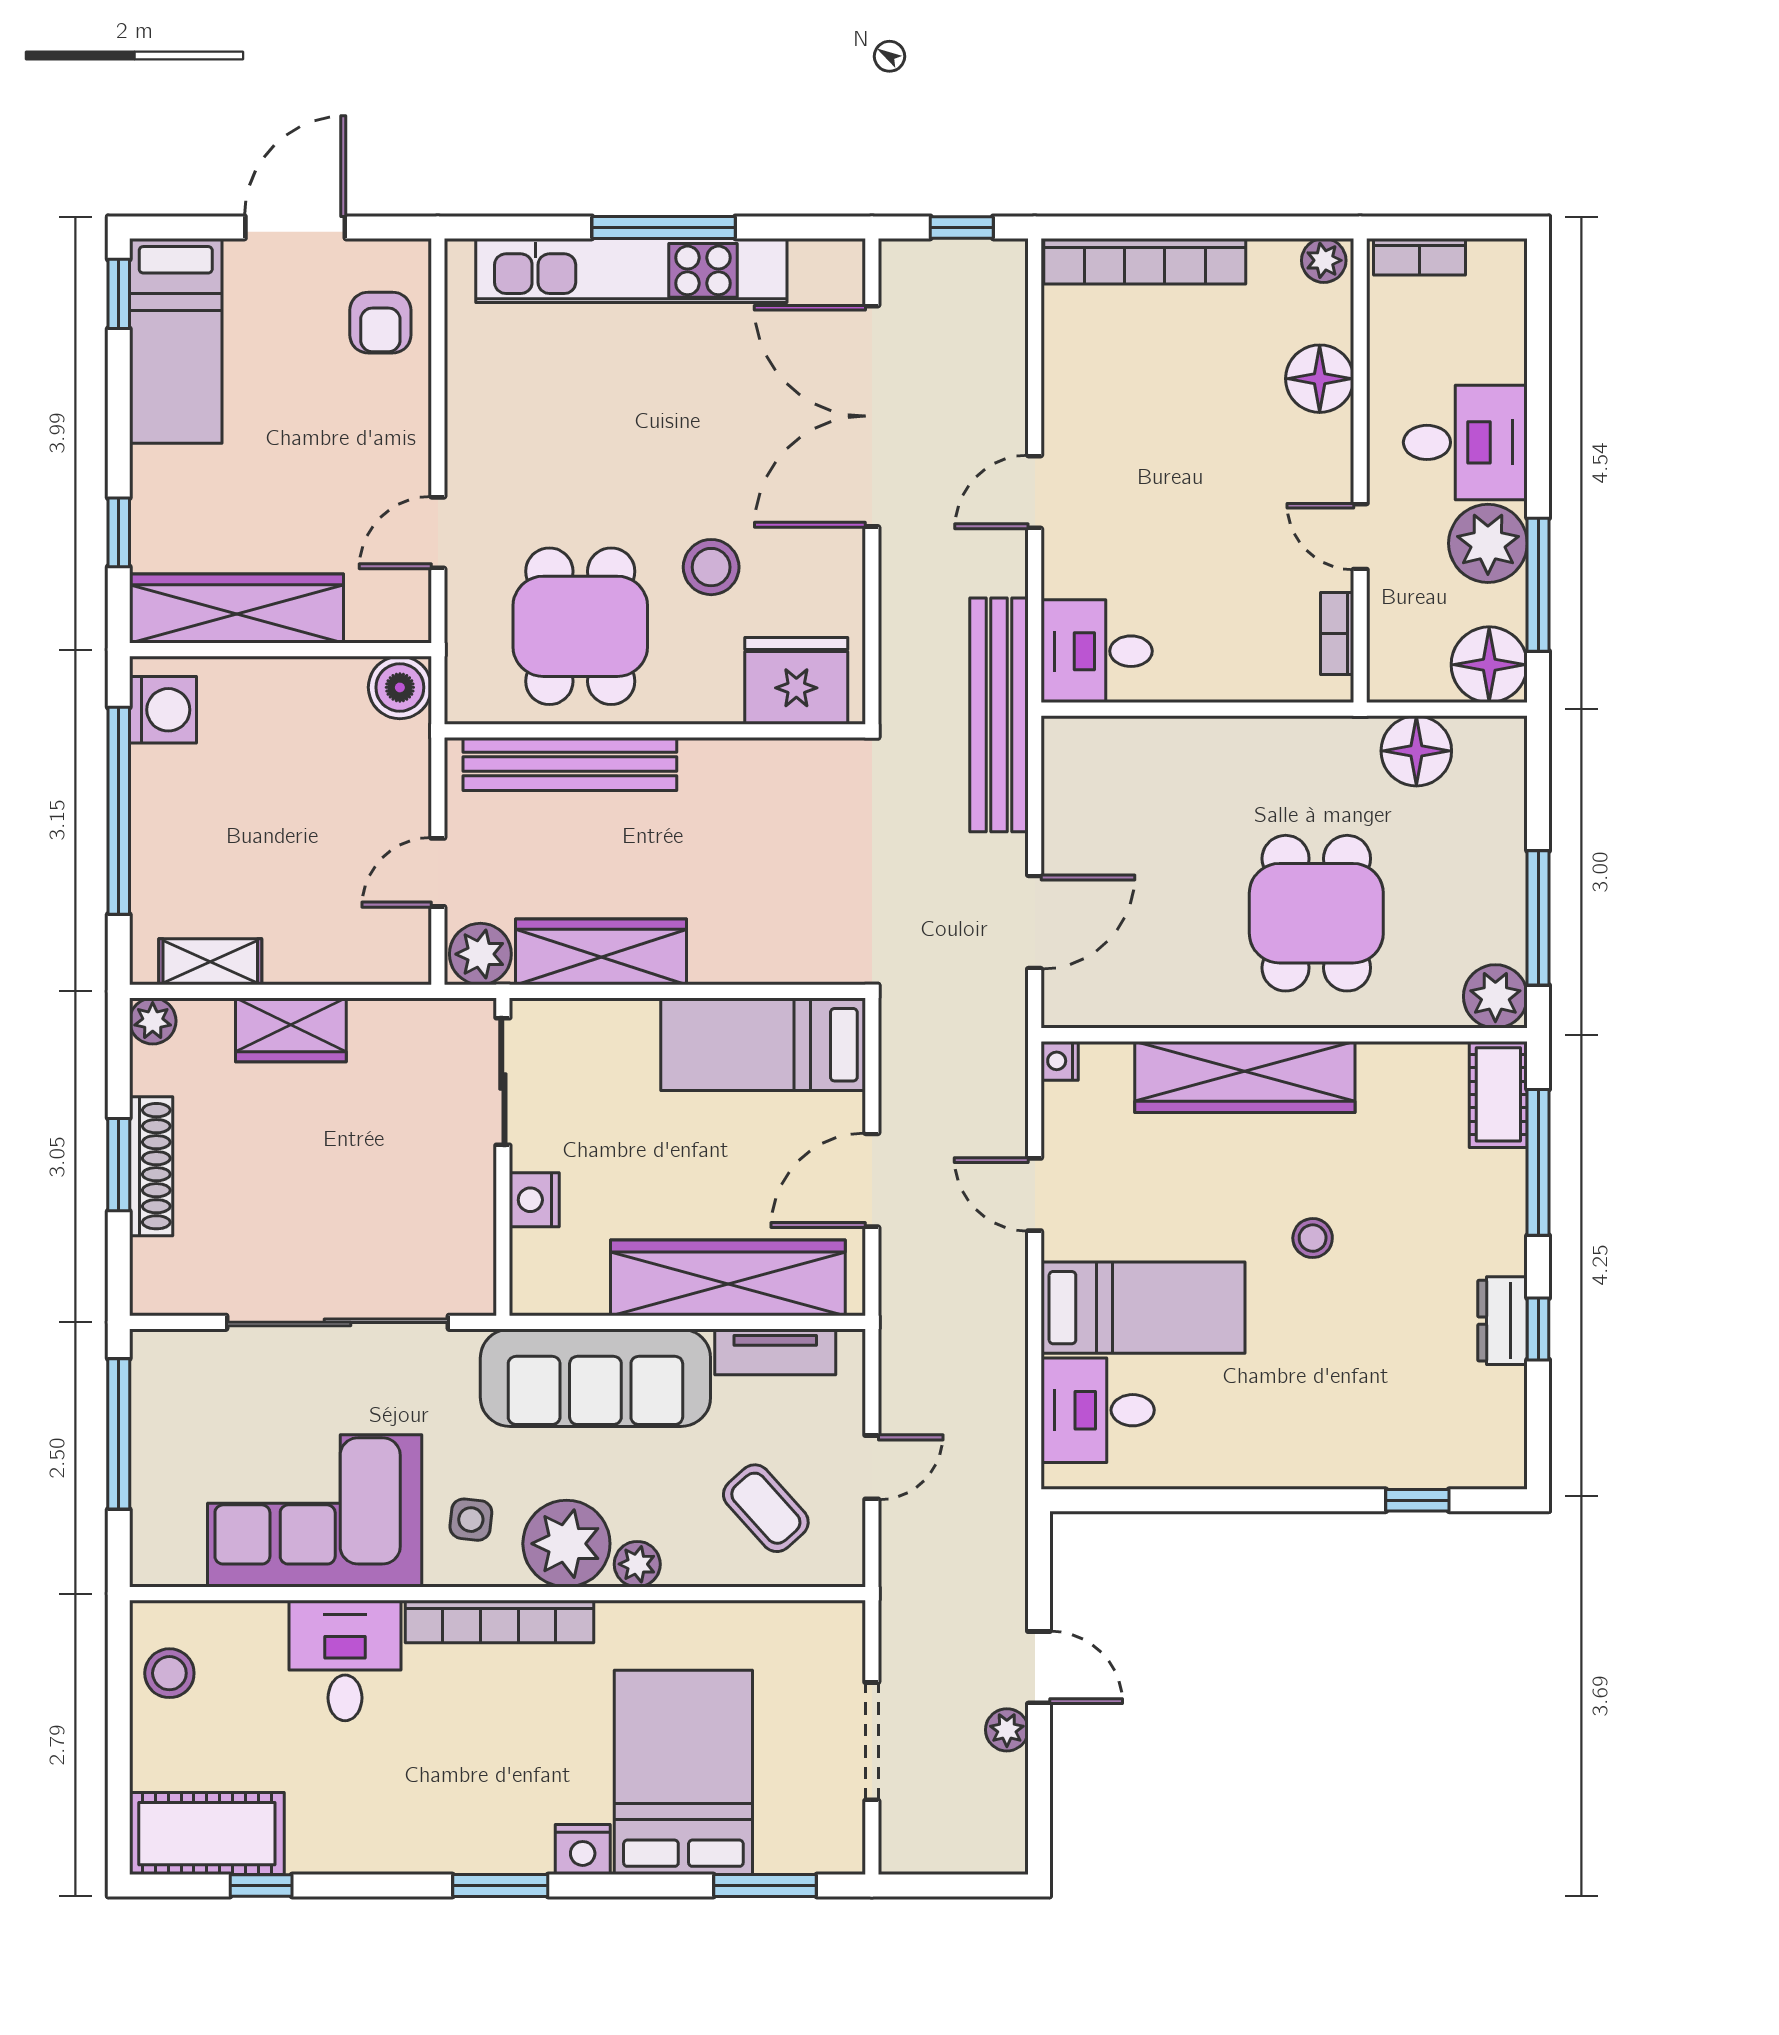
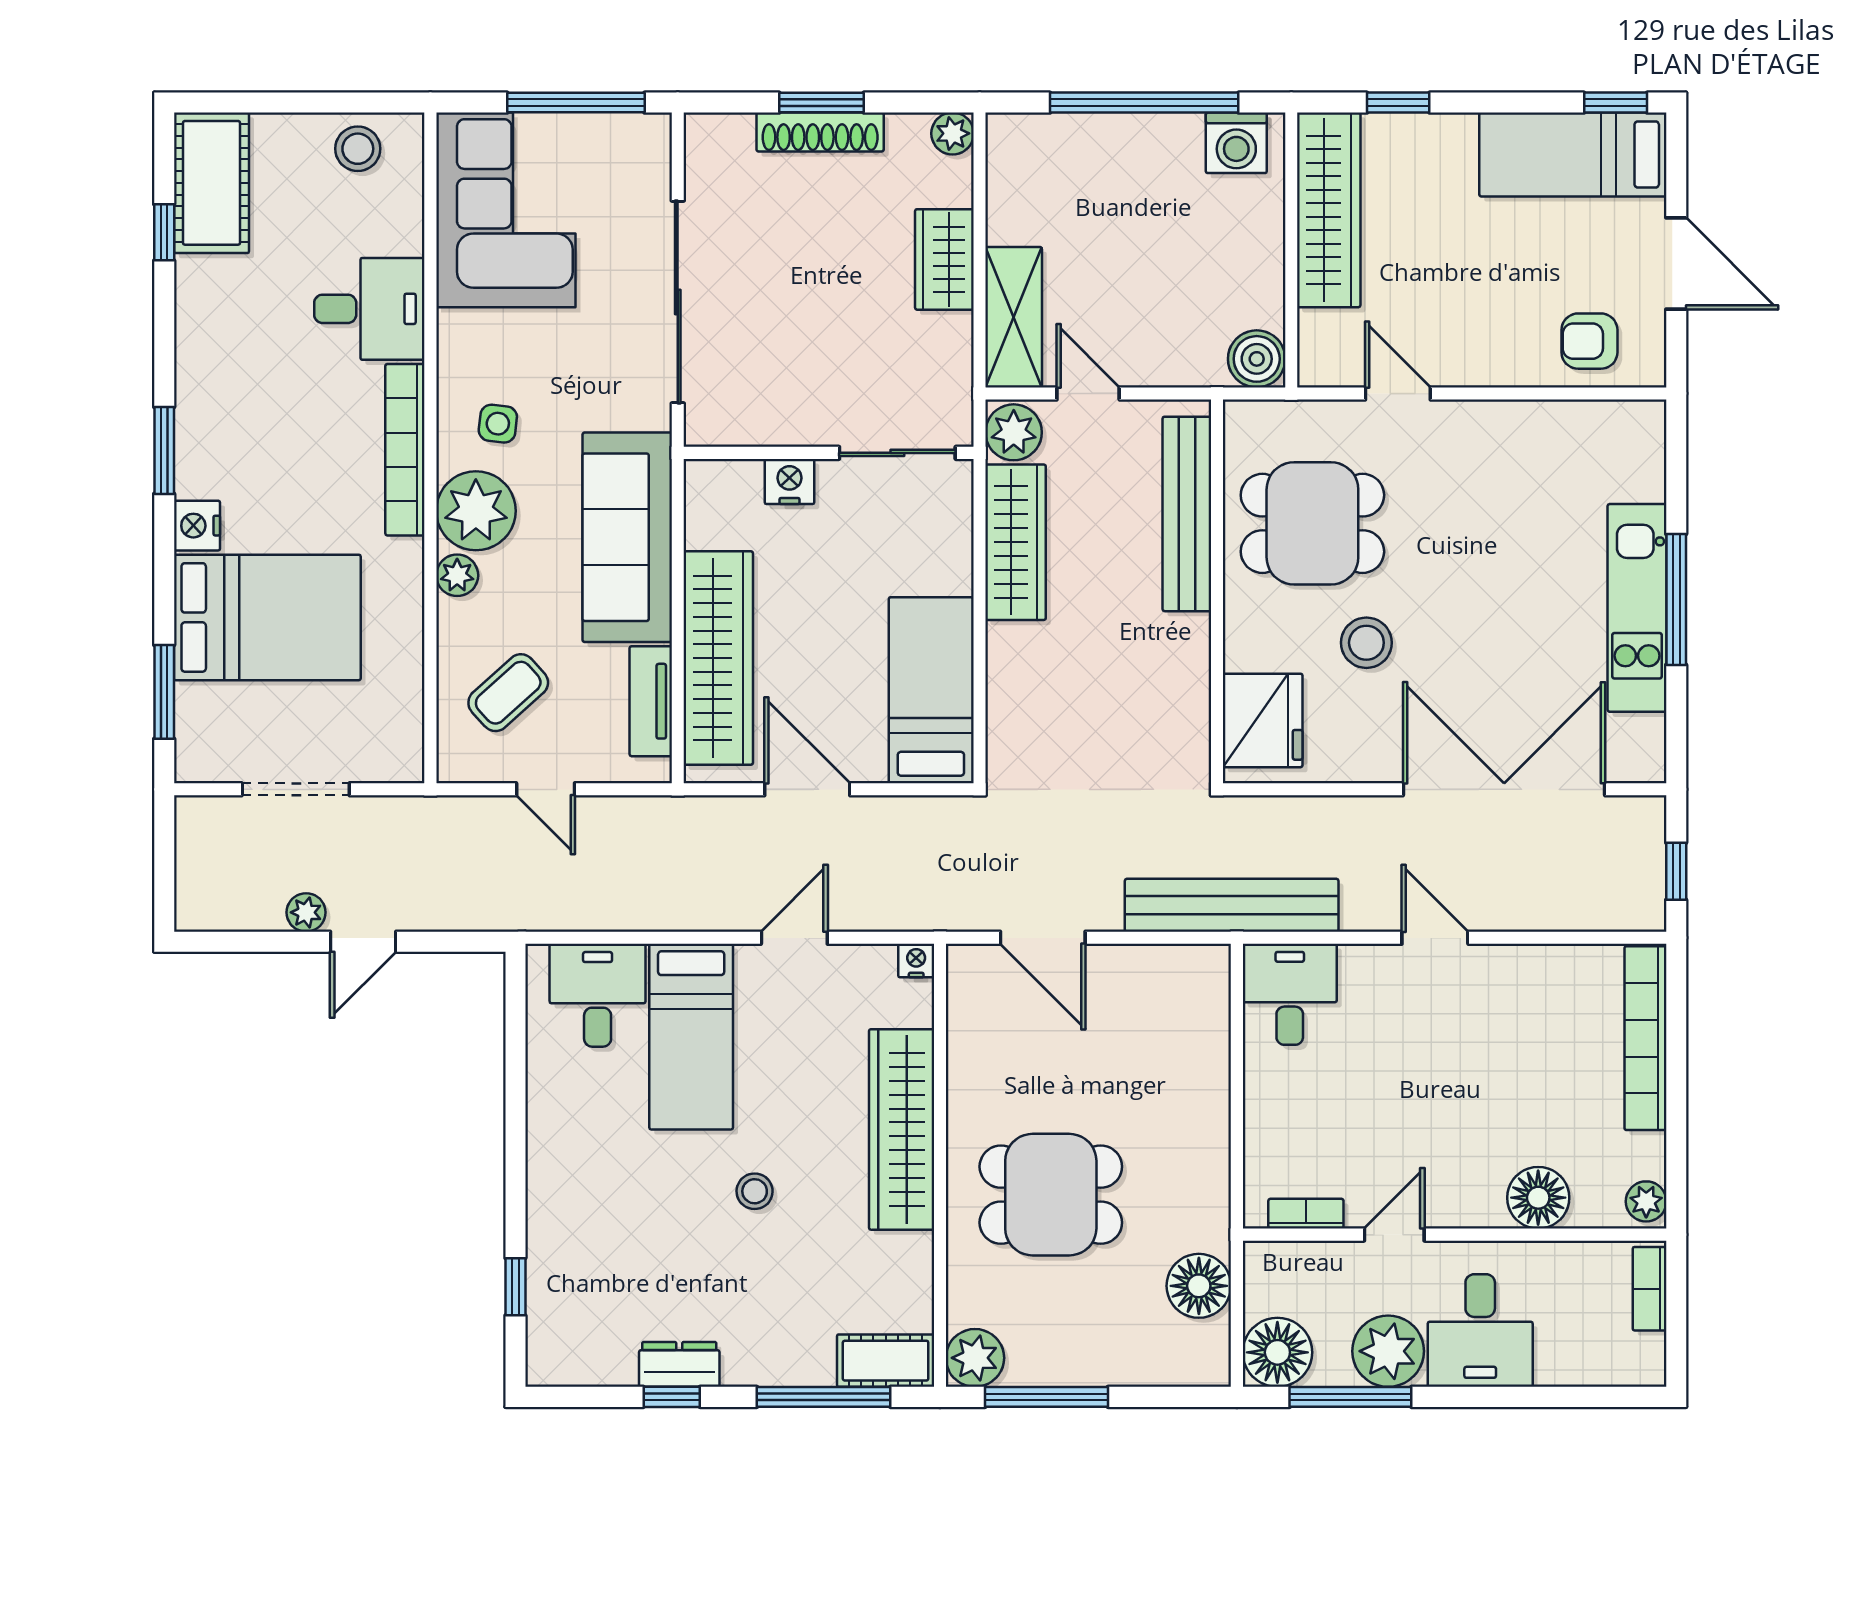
kitchen unit: (631, 270) -> (1637, 608), width x0.73
shelving: (210, 962) -> (1014, 317), moved, width x1.50, depth x1.33
corner sofa: (315, 1511) -> (506, 210), moved

